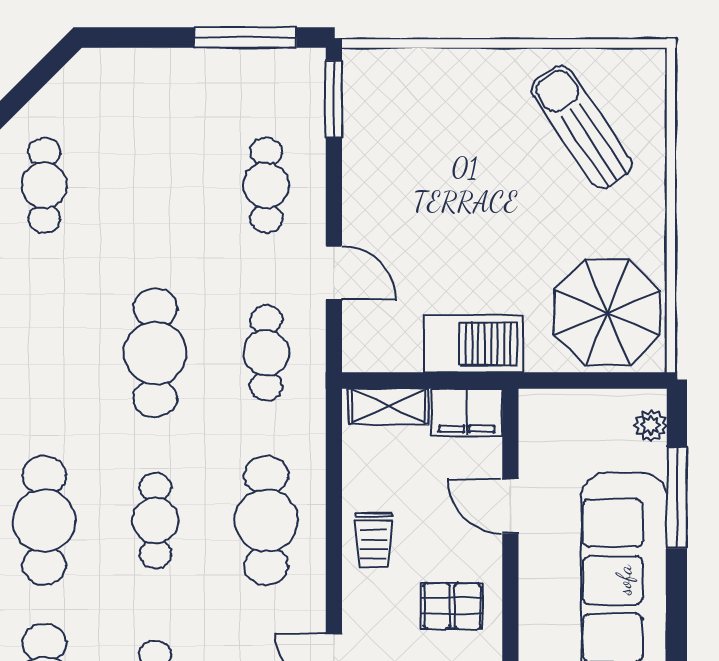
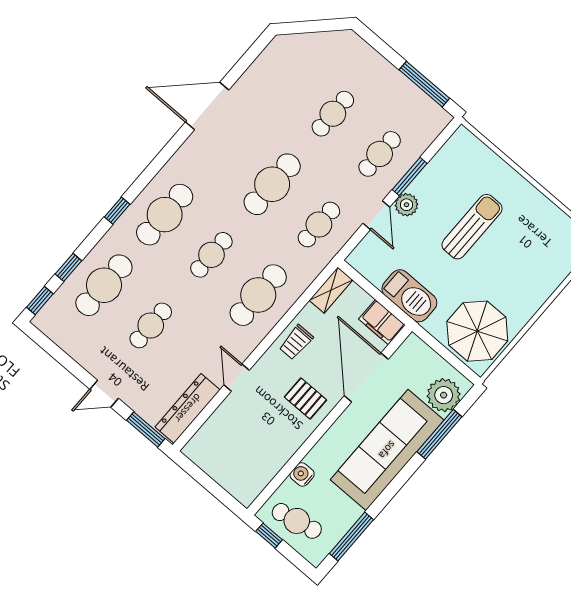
window: (334, 99) -> (410, 176), moved
sun lounger: (581, 127) -> (472, 227), moved, turned 34
cafe table: (44, 185) -> (333, 114), moved
plant: (363, 223) -> (406, 205), added
shelving: (388, 406) -> (331, 290), moved, turned 90
plant: (651, 425) -> (444, 395), width x1.88, depth x1.88
door: (510, 506) -> (366, 377), width x1.87

